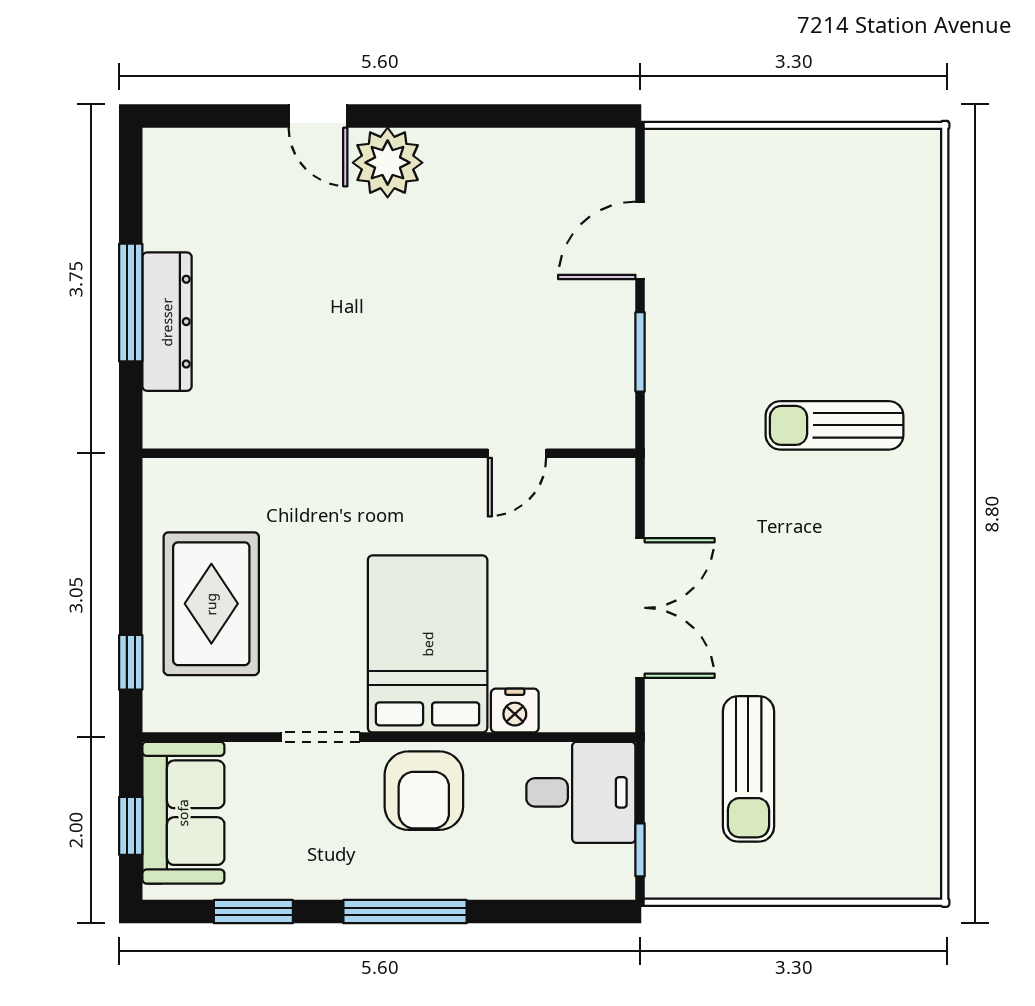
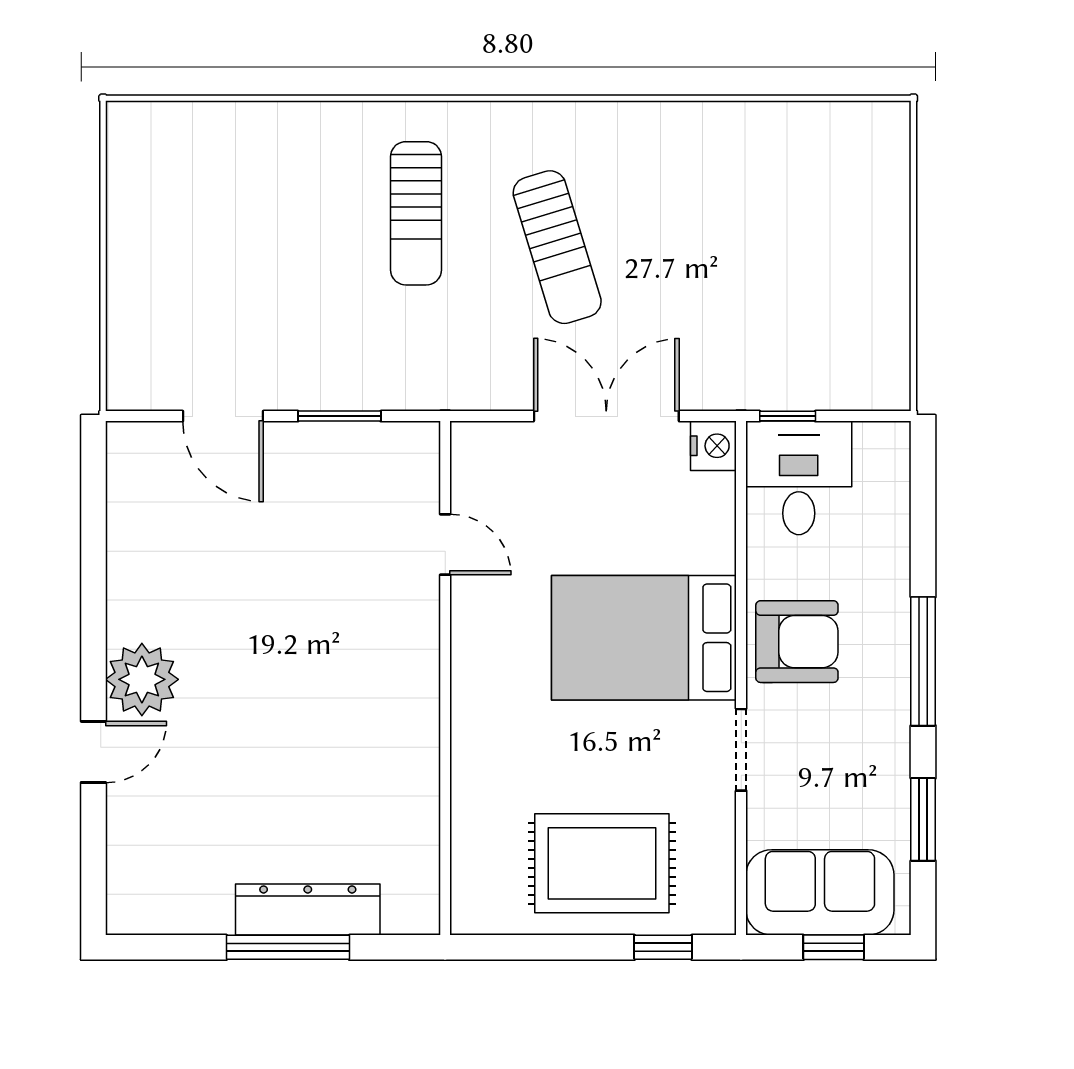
nightstand: (515, 711) -> (713, 446), moved
sun lounger: (748, 769) -> (557, 247), moved, turned 73
window: (640, 850) -> (788, 416), moved

